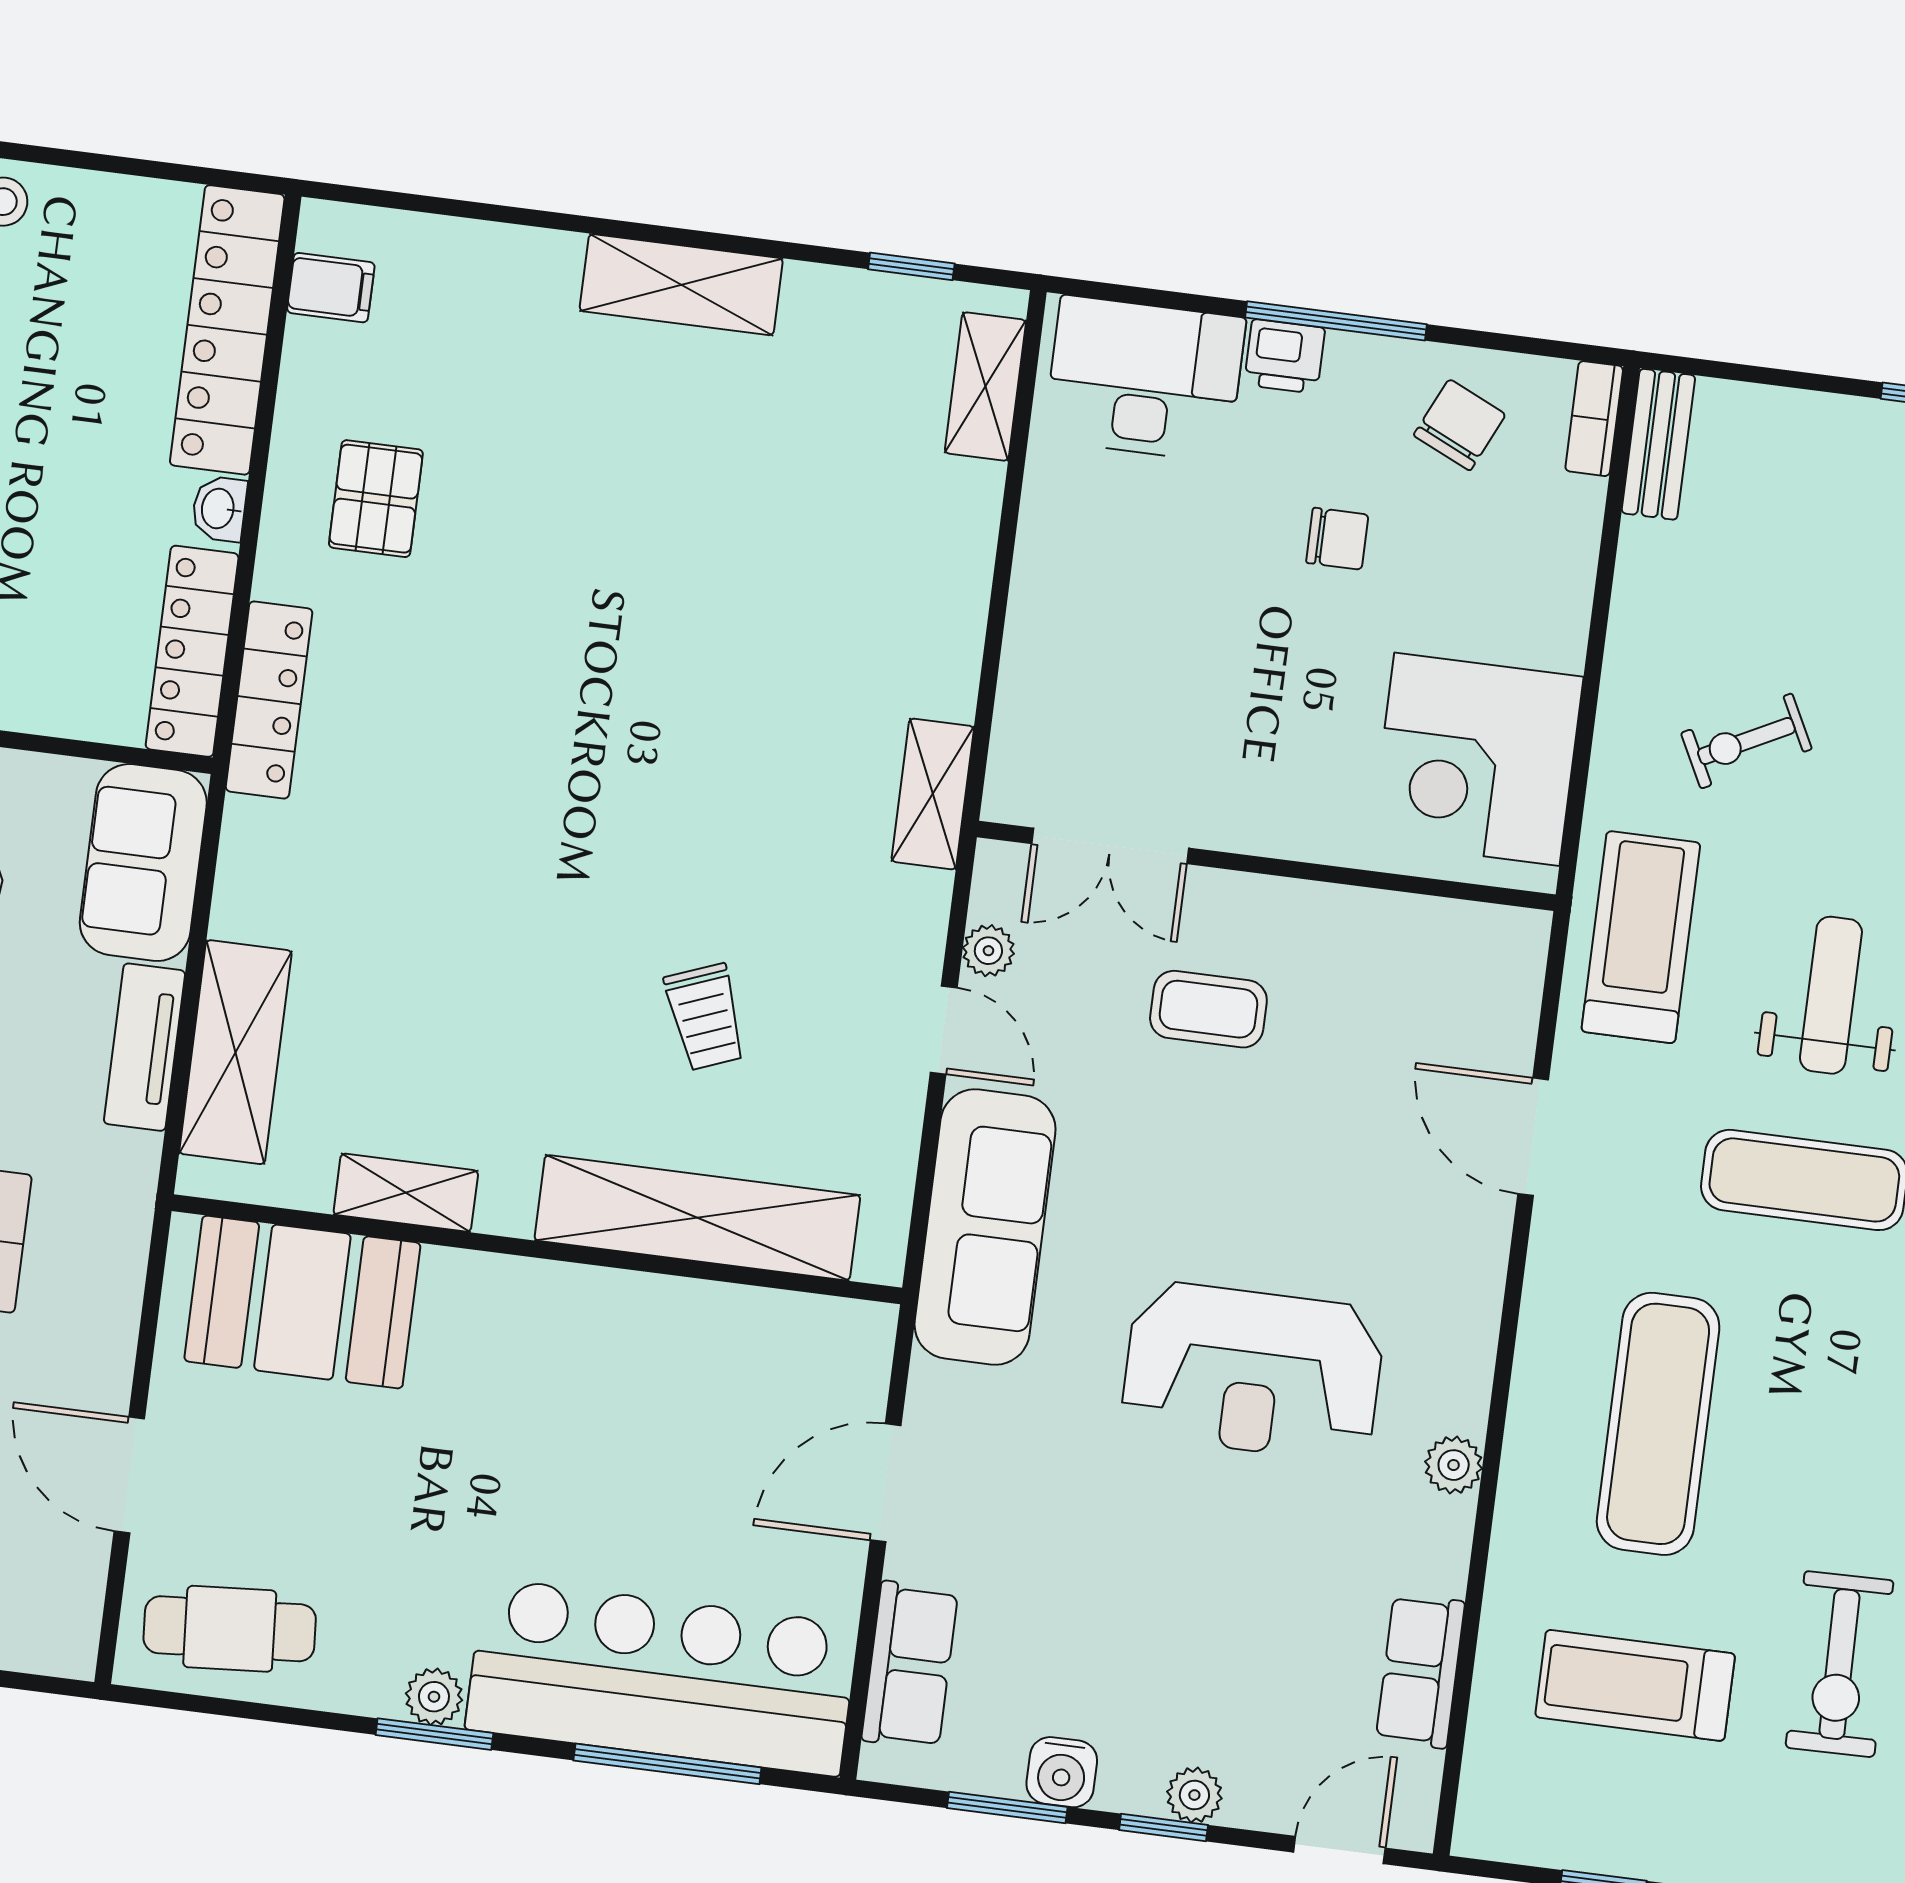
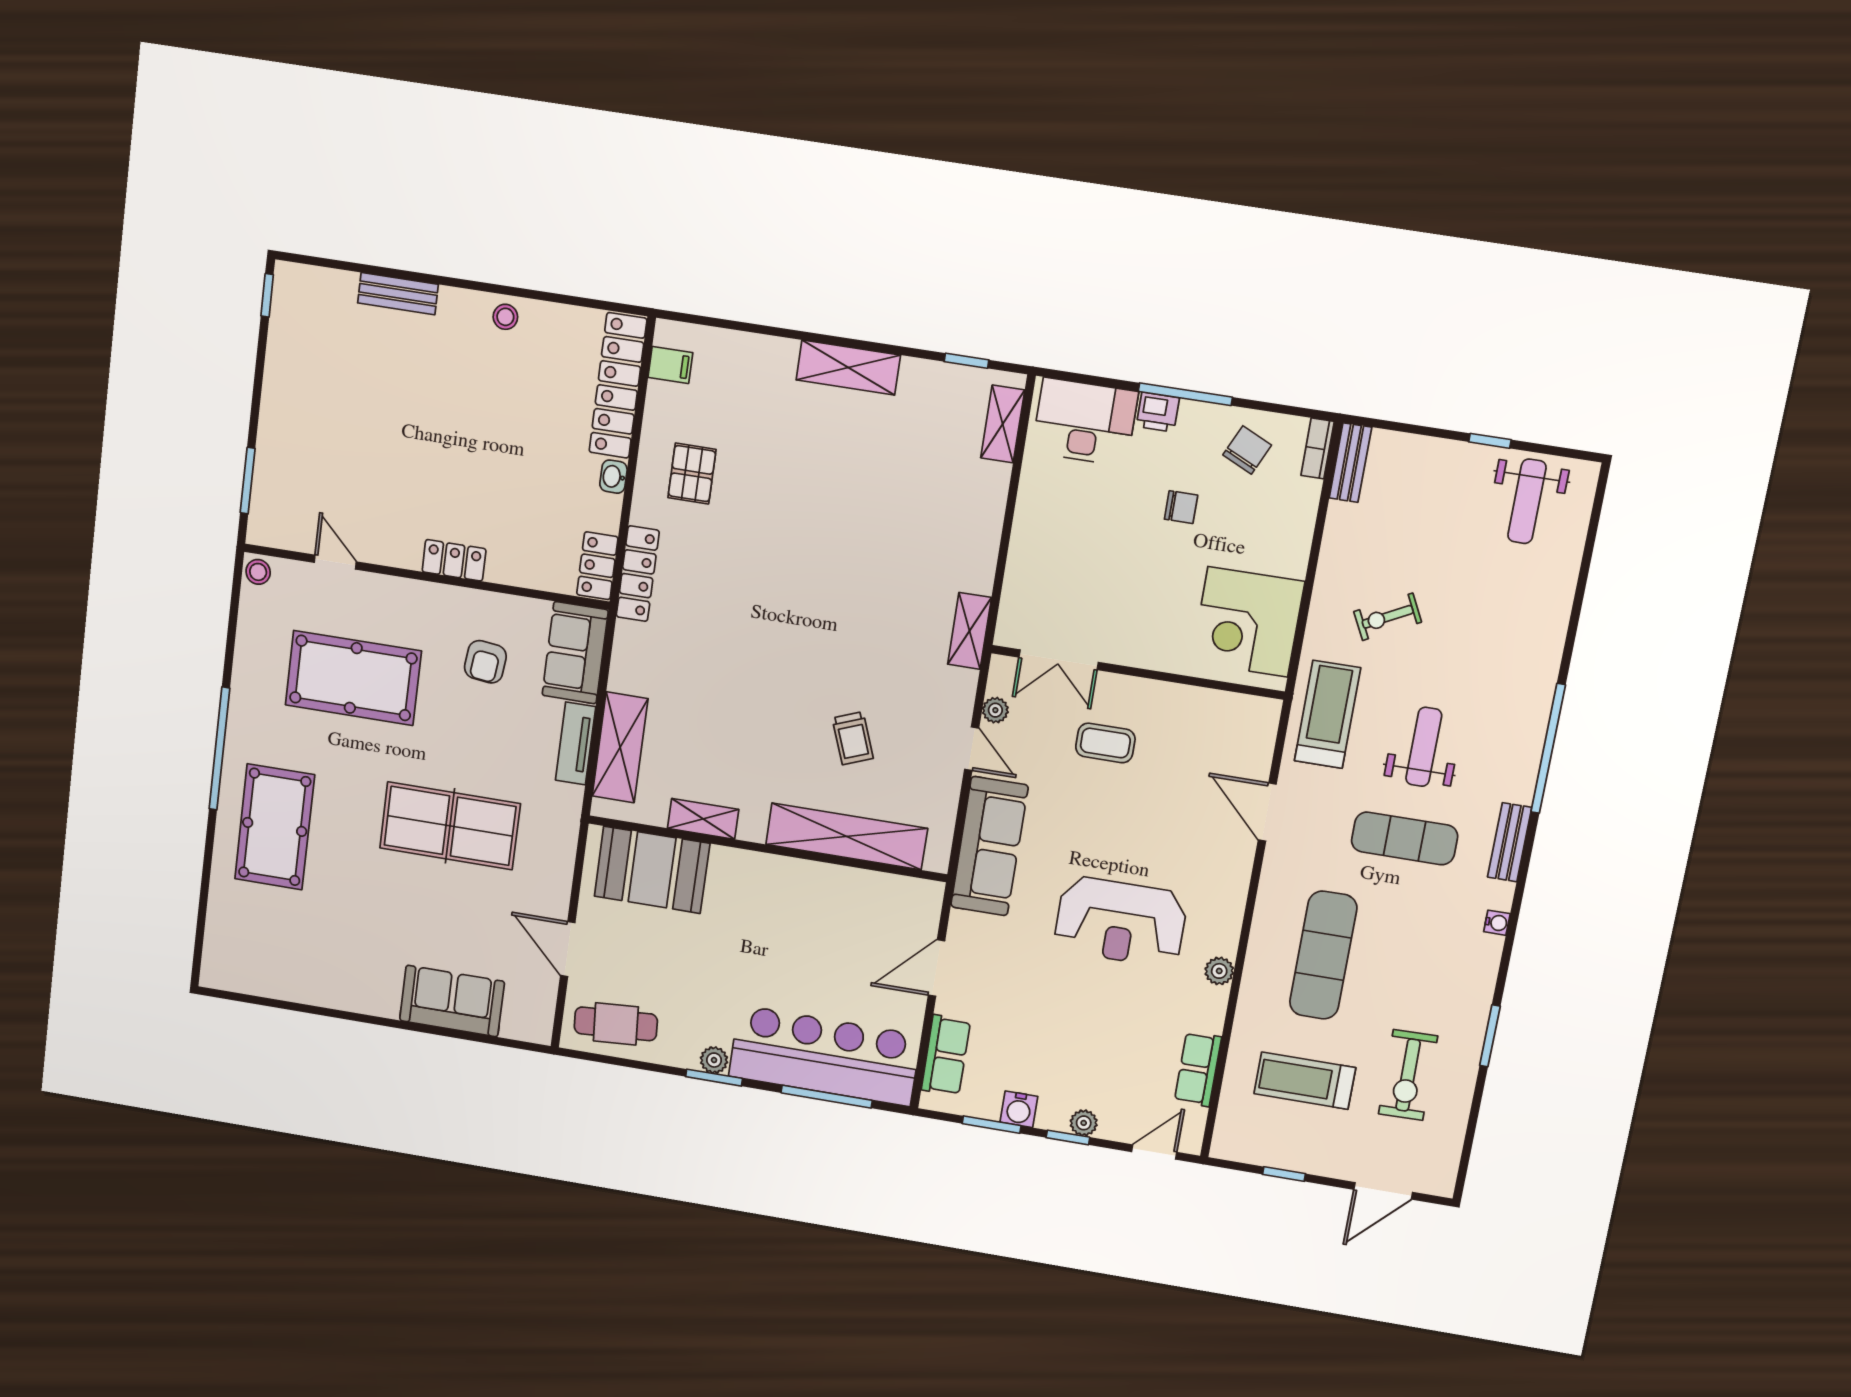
locker: (192, 651) -> (597, 566), width x0.66

